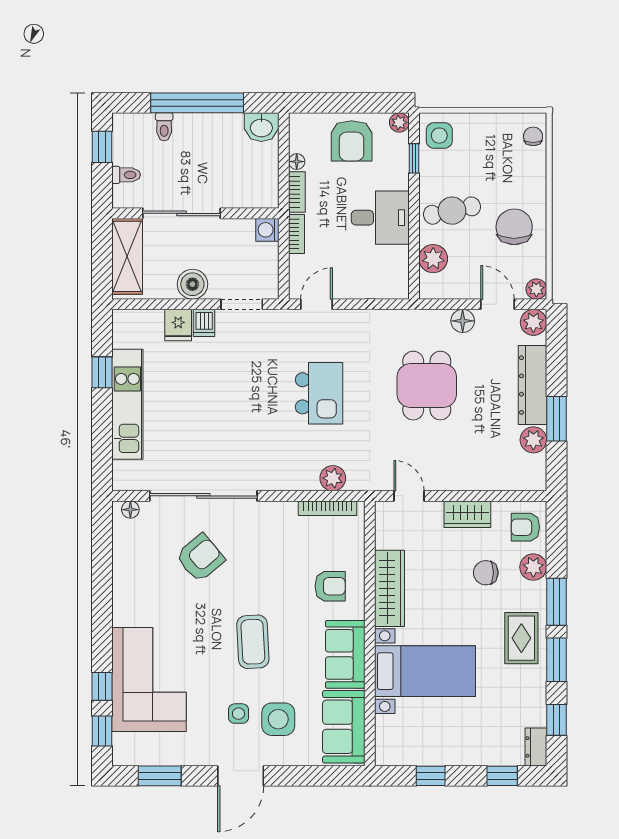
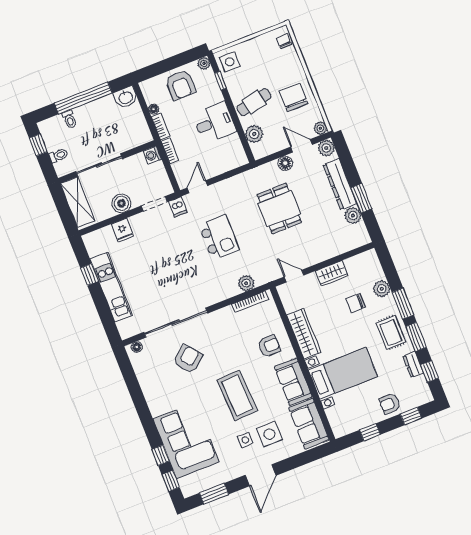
dishwasher: (204, 323) -> (178, 207), moved
armchair: (525, 527) -> (390, 404), moved
coffee table: (253, 642) -> (237, 395), width x1.36, depth x1.32
dresser: (536, 747) -> (413, 365), moved

